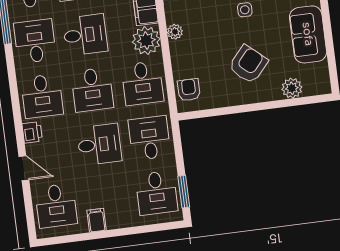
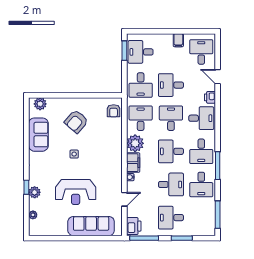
plant: (175, 32) -> (117, 146), removed
plant: (292, 88) -> (40, 104), moved
desk: (42, 96) -> (201, 118), turned 90
desk: (156, 193) -> (141, 52), turned -90

